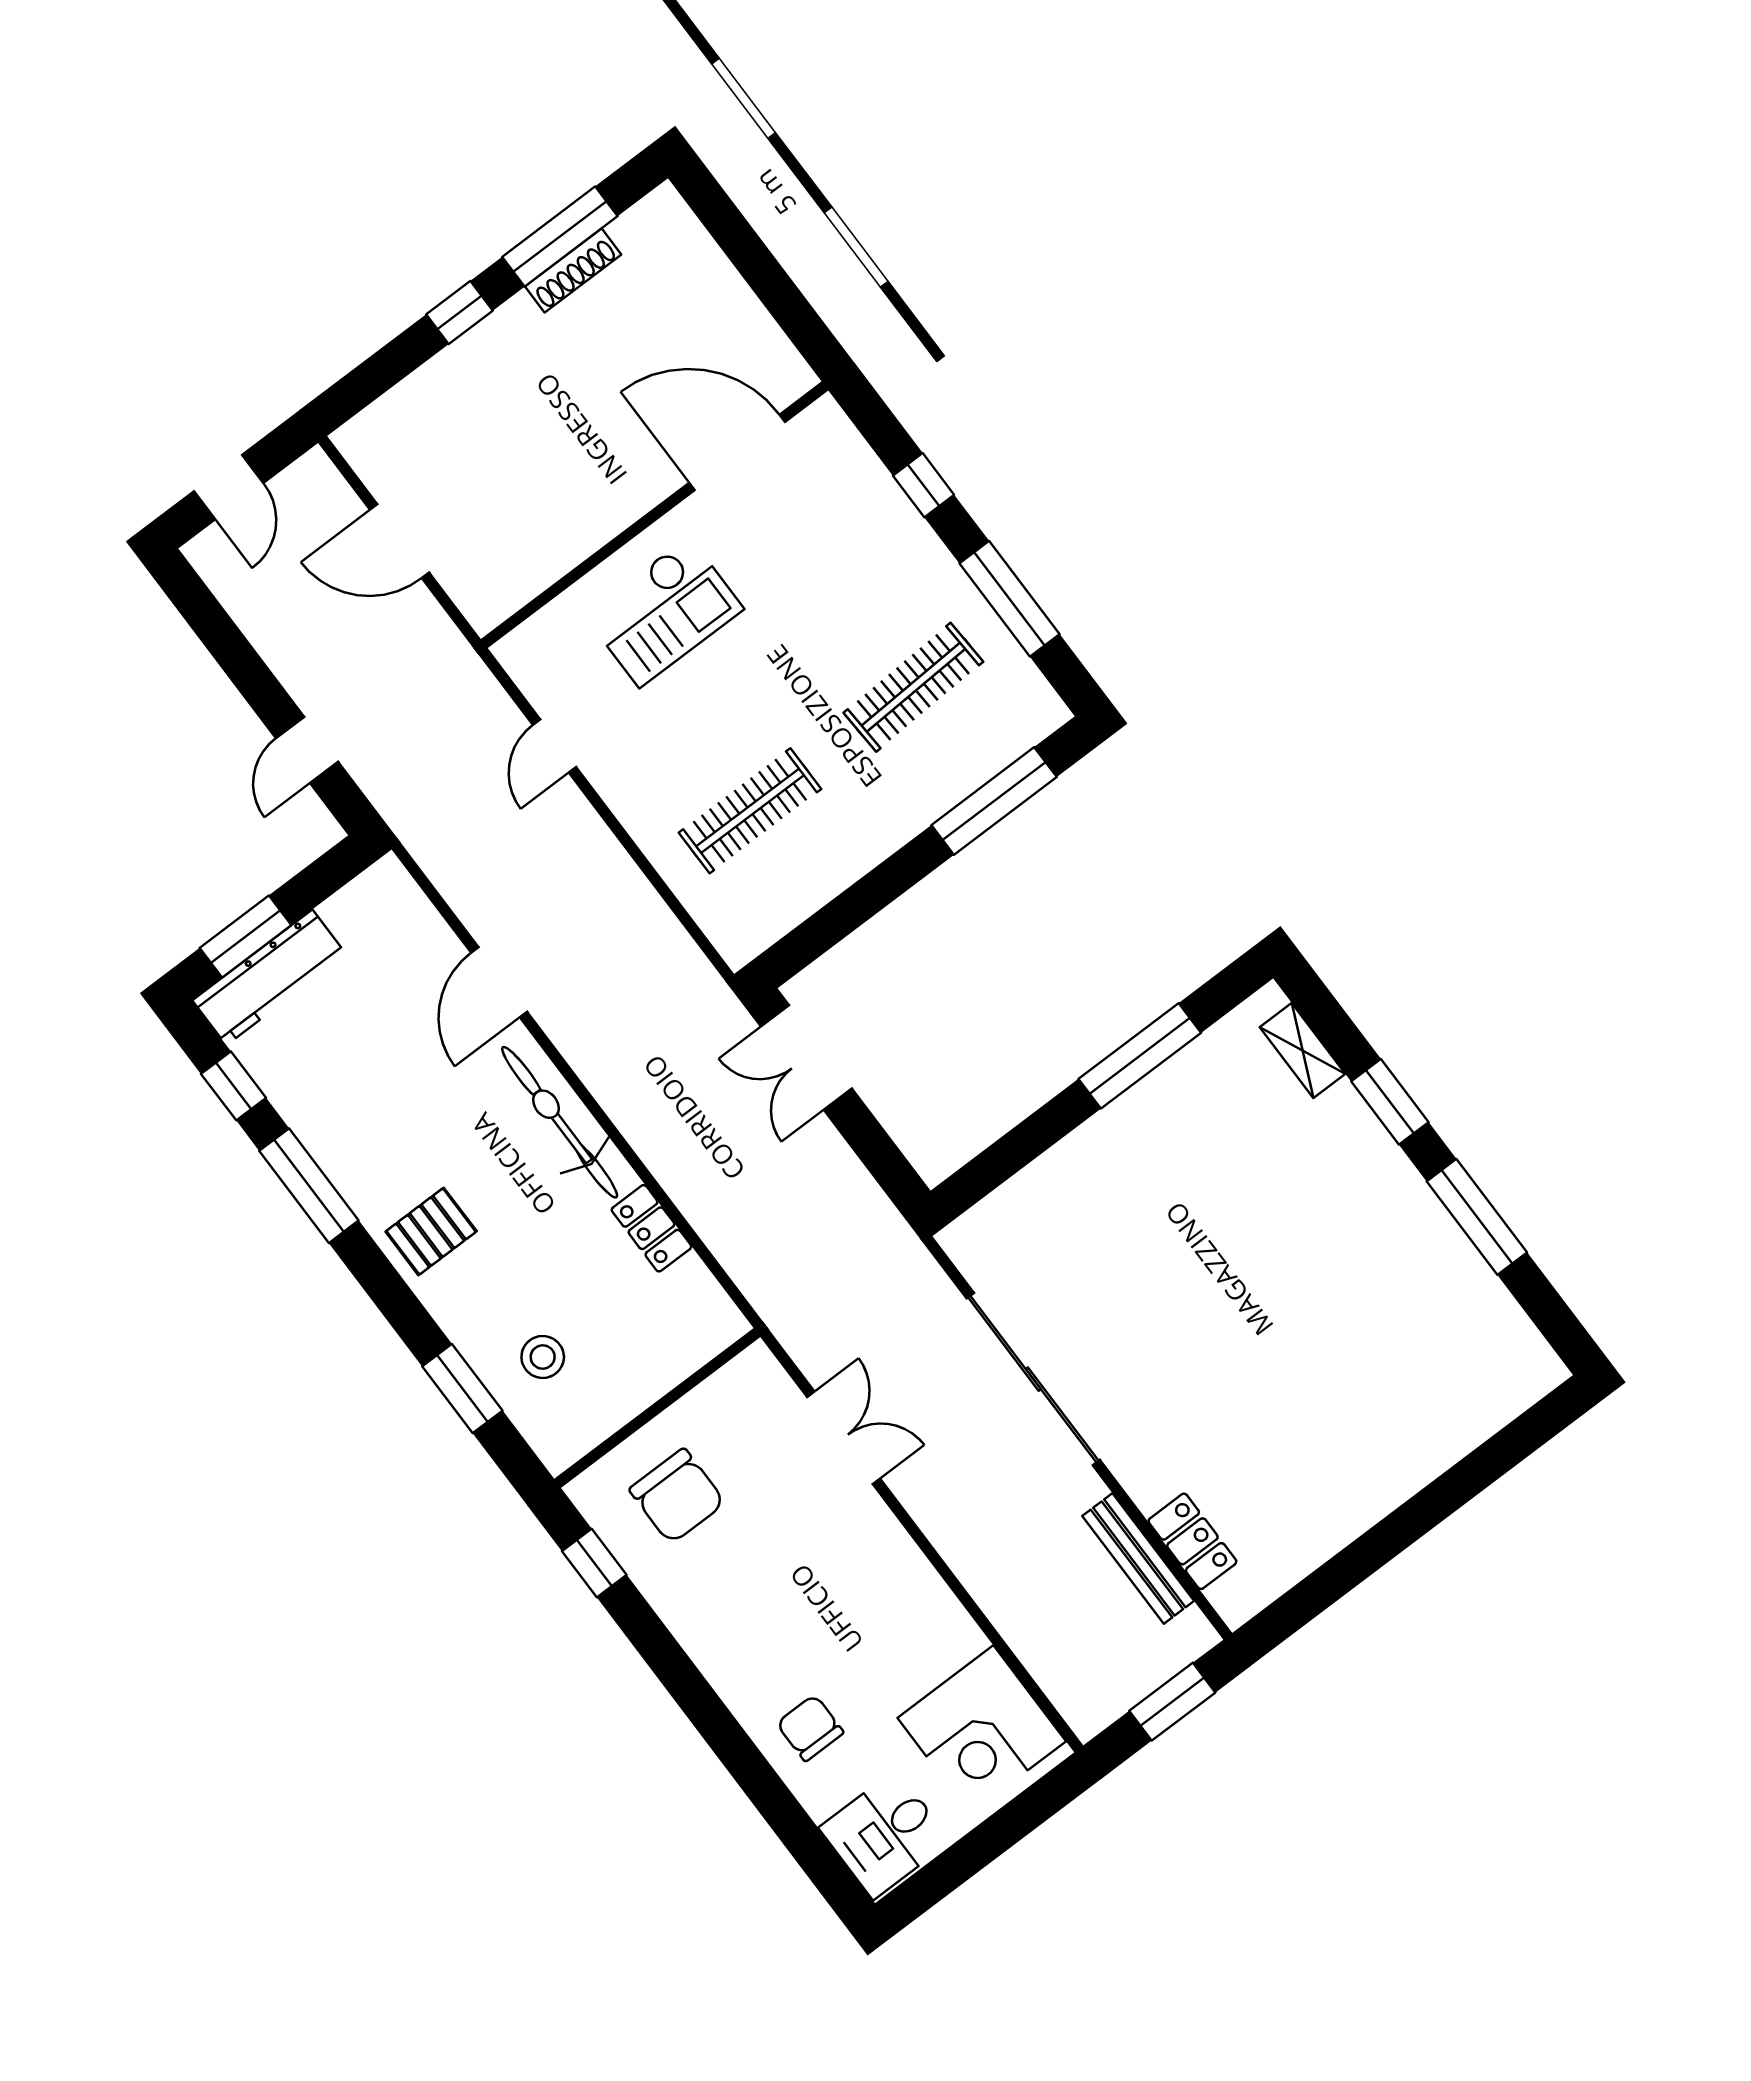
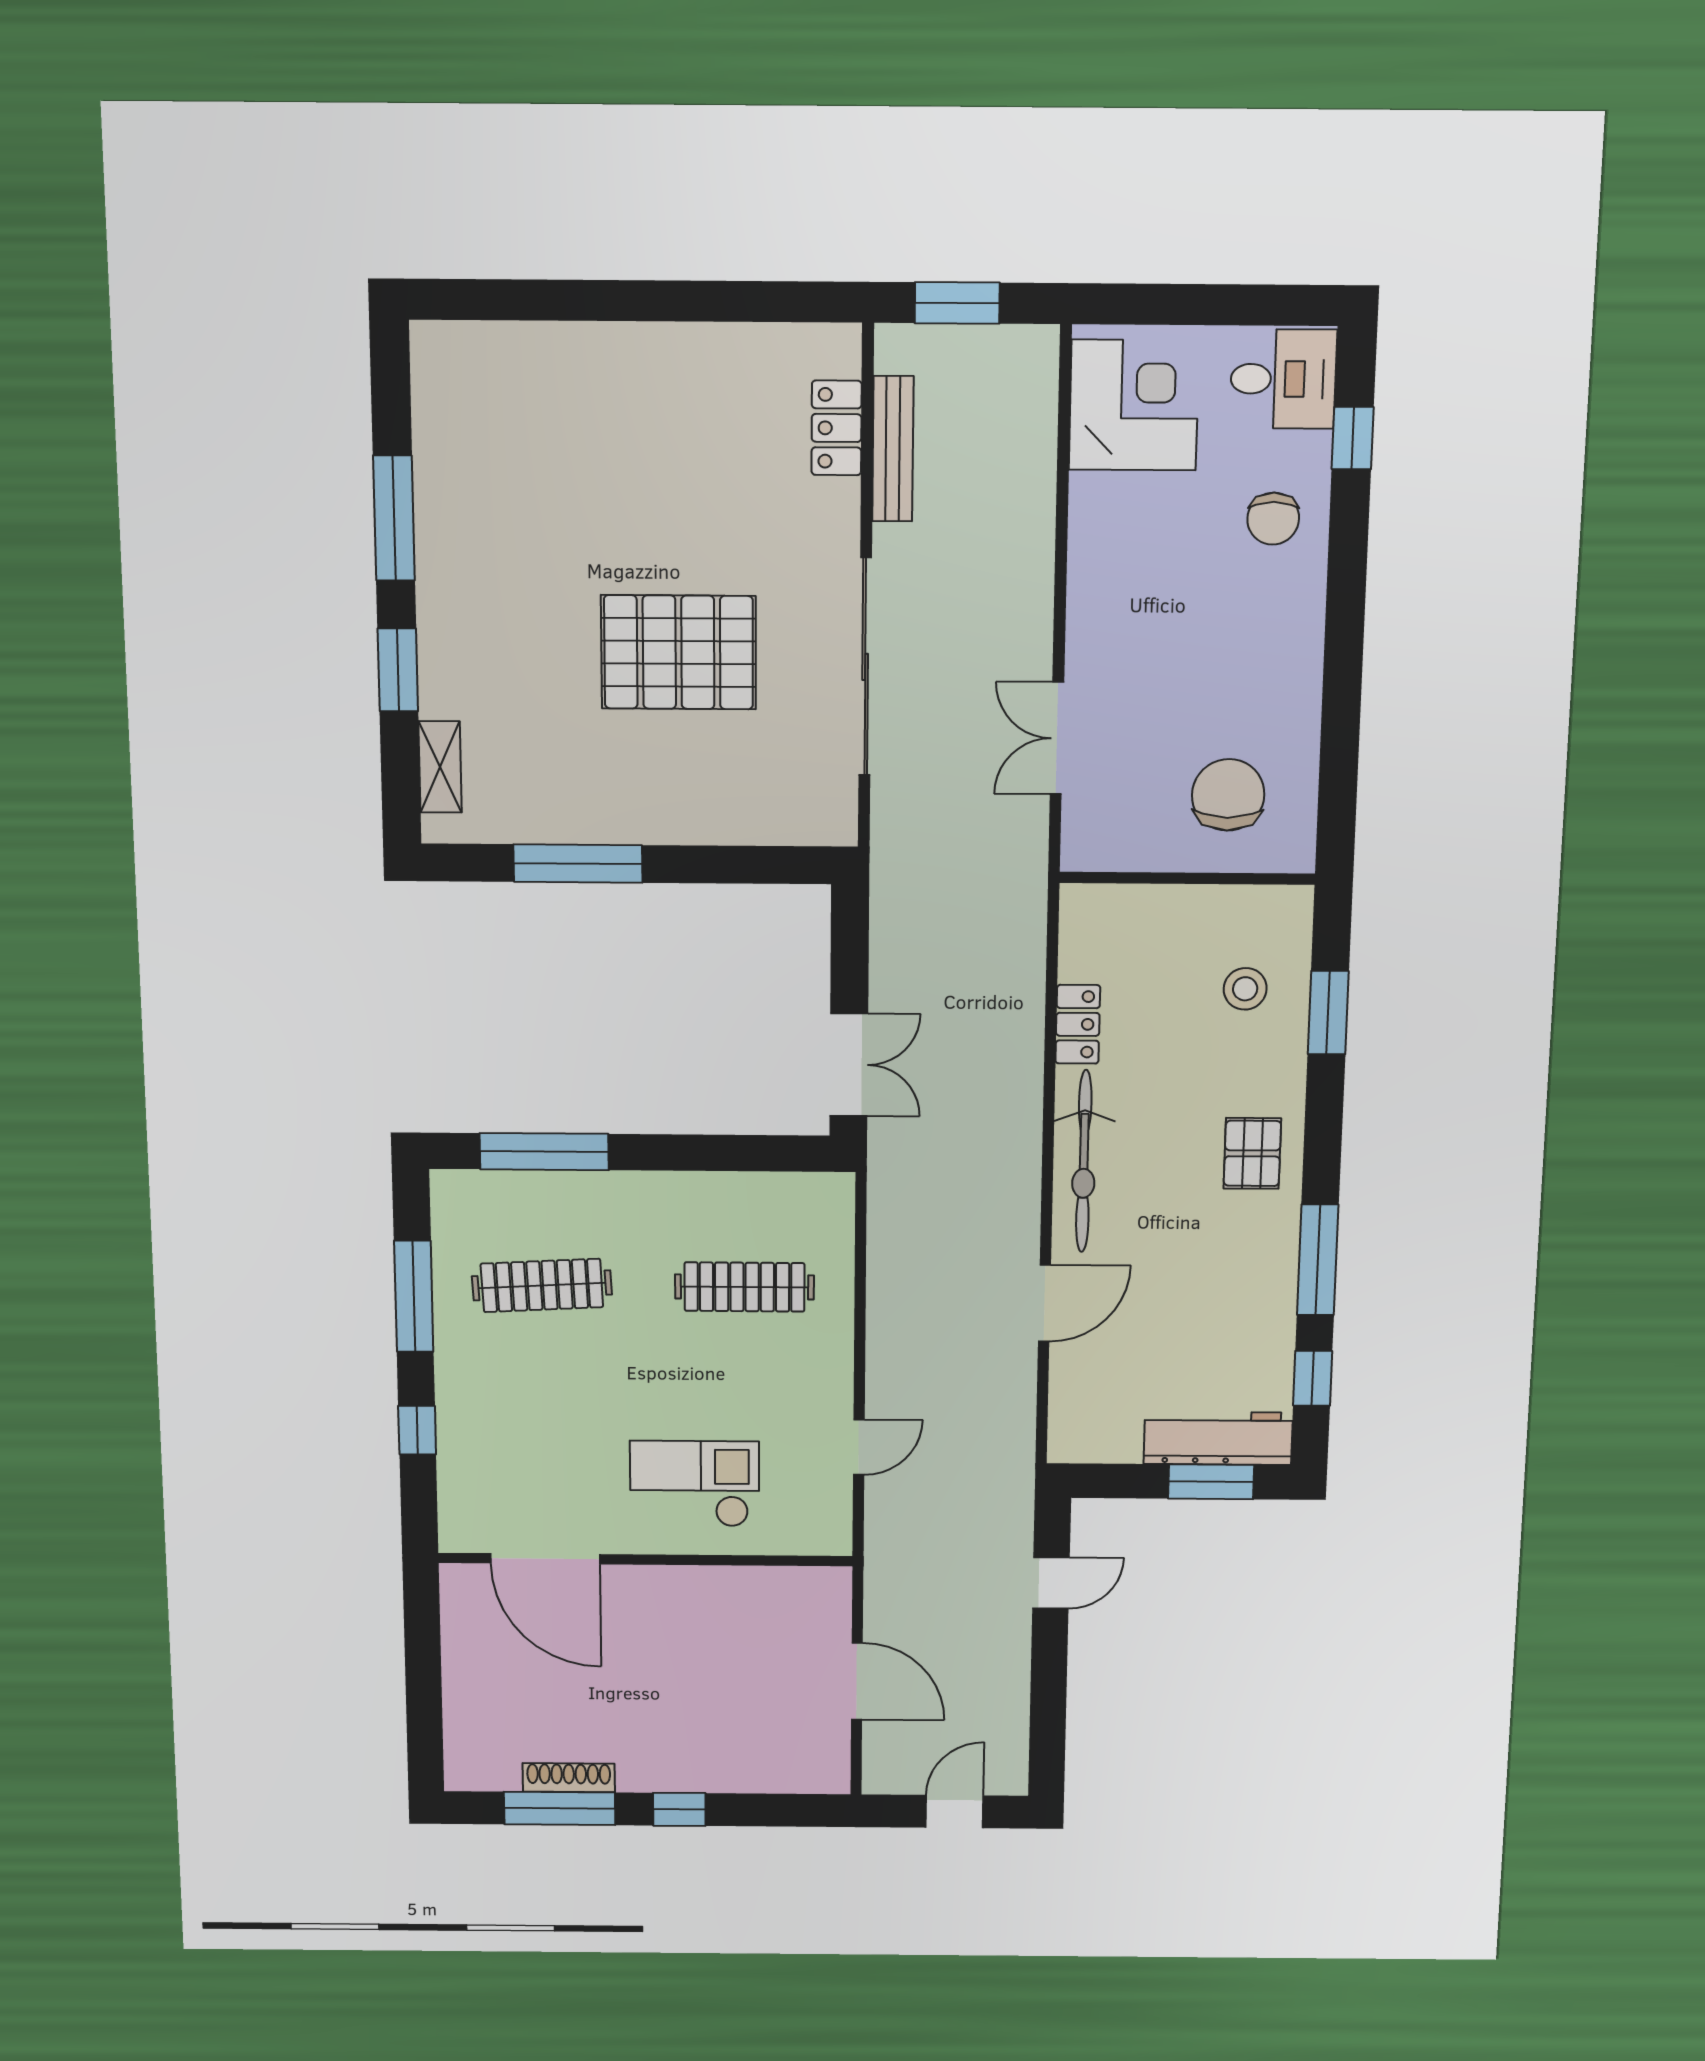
pallet: (431, 1231) -> (1252, 1153), turned 90
pallet: (1185, 1281) -> (679, 652), added
window: (594, 1563) -> (1353, 438), moved

